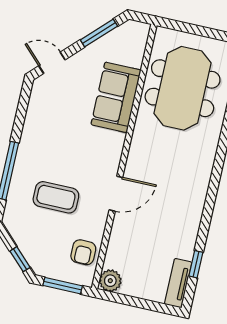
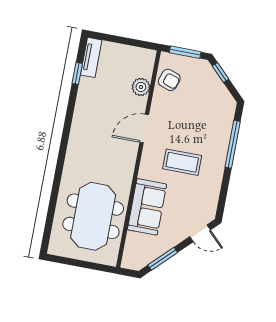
coffee table: (56, 197) -> (182, 162), moved
armchair: (83, 252) -> (169, 80), turned 109
plant: (110, 281) -> (141, 87), moved

